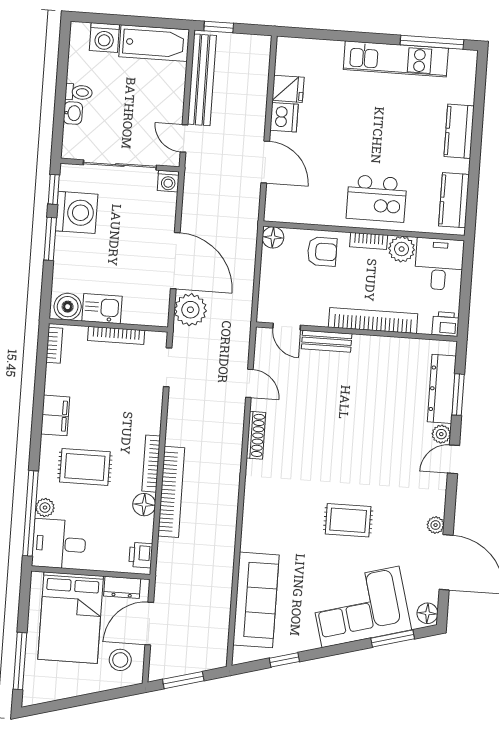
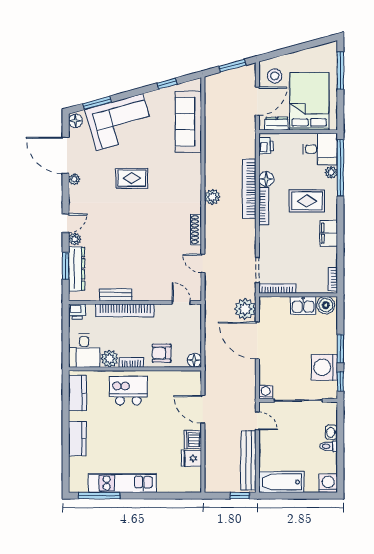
washing machine: (104, 38) -> (328, 483), moved
bookcase: (116, 335) -> (277, 289), moved
bench: (327, 341) -> (116, 295), moved
plant: (228, 483) -> (212, 197), added

